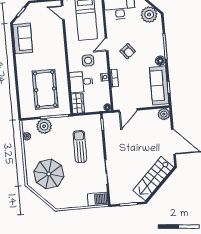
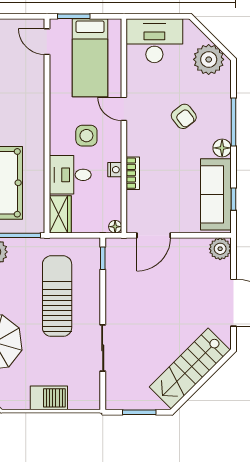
door: (107, 45) -> (124, 109), hinge flipped
armchair: (128, 51) -> (184, 116), moved
sun lounger: (80, 147) -> (57, 296), width x1.36, depth x1.34
barbecue: (98, 199) -> (49, 398), moved

